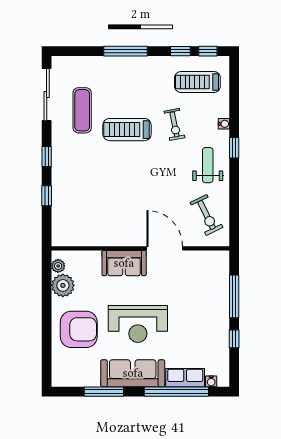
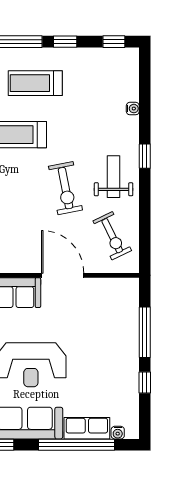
window: (180, 51) -> (65, 42), moved
treadmill: (197, 82) -> (35, 83), moved
exercise bike: (174, 124) -> (65, 188), moved, width x1.38, depth x1.39
water cooler: (224, 124) -> (133, 109), moved

